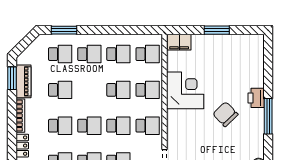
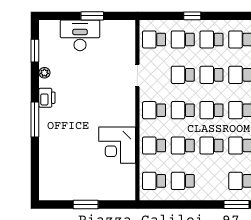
filing cabinet: (179, 42) -> (123, 193), removed
school desk: (89, 54) -> (212, 146), moved
printer: (256, 98) -> (47, 98), moved
chair: (225, 114) -> (77, 122), removed

